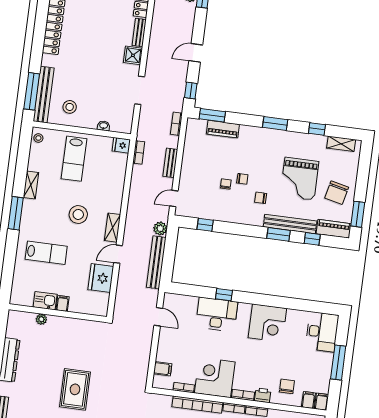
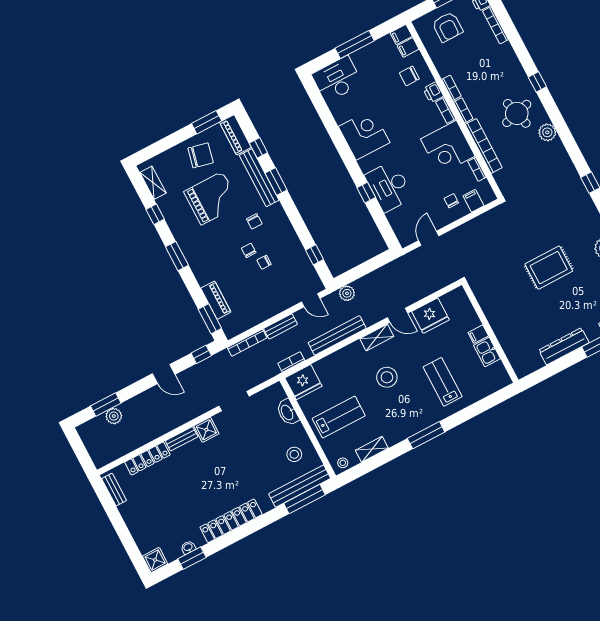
bookcase: (176, 124) -> (247, 343), width x1.56
washbasin: (104, 126) -> (287, 412), width x1.91, depth x1.45
fridge: (121, 145) -> (304, 382), width x1.88, depth x1.34
shelving: (31, 185) -> (372, 449), moved
bench: (156, 262) -> (337, 335), moved
plant: (41, 319) -> (506, 343), removed
chair: (174, 353) -> (451, 201), added

